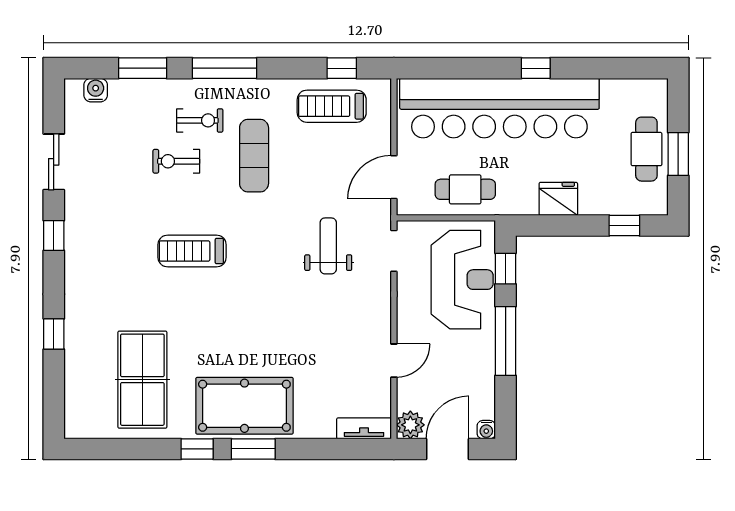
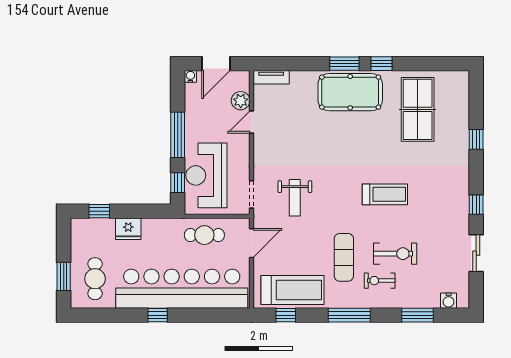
window: (225, 68) -> (349, 315), moved
treadmill: (332, 106) -> (293, 290), width x1.37, depth x1.38
cafe table: (646, 149) -> (95, 279), moved
window: (678, 154) -> (64, 276), moved
exercise bike: (176, 161) -> (395, 254), width x1.38, depth x1.39
fridge: (558, 199) -> (128, 229), moved
plant: (410, 425) -> (241, 101), moved

